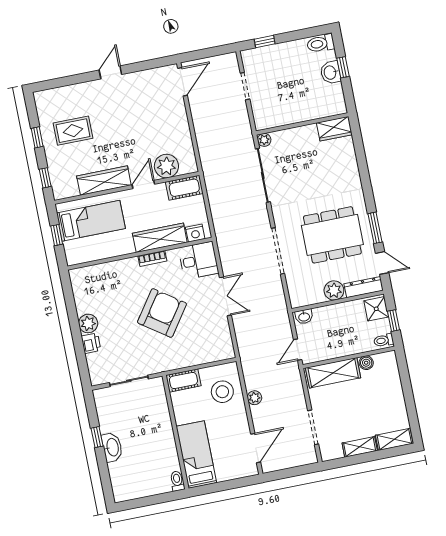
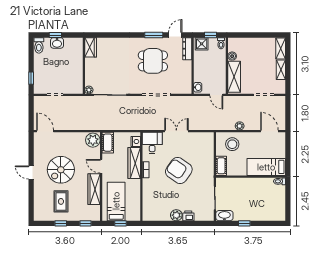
spiral stairs: (125, 120) -> (61, 170), added
plant: (166, 166) -> (93, 140), moved
dining table: (332, 235) -> (153, 61), width x0.73
plant: (334, 290) -> (186, 67), removed
washbasin: (112, 447) -> (224, 216), moved

